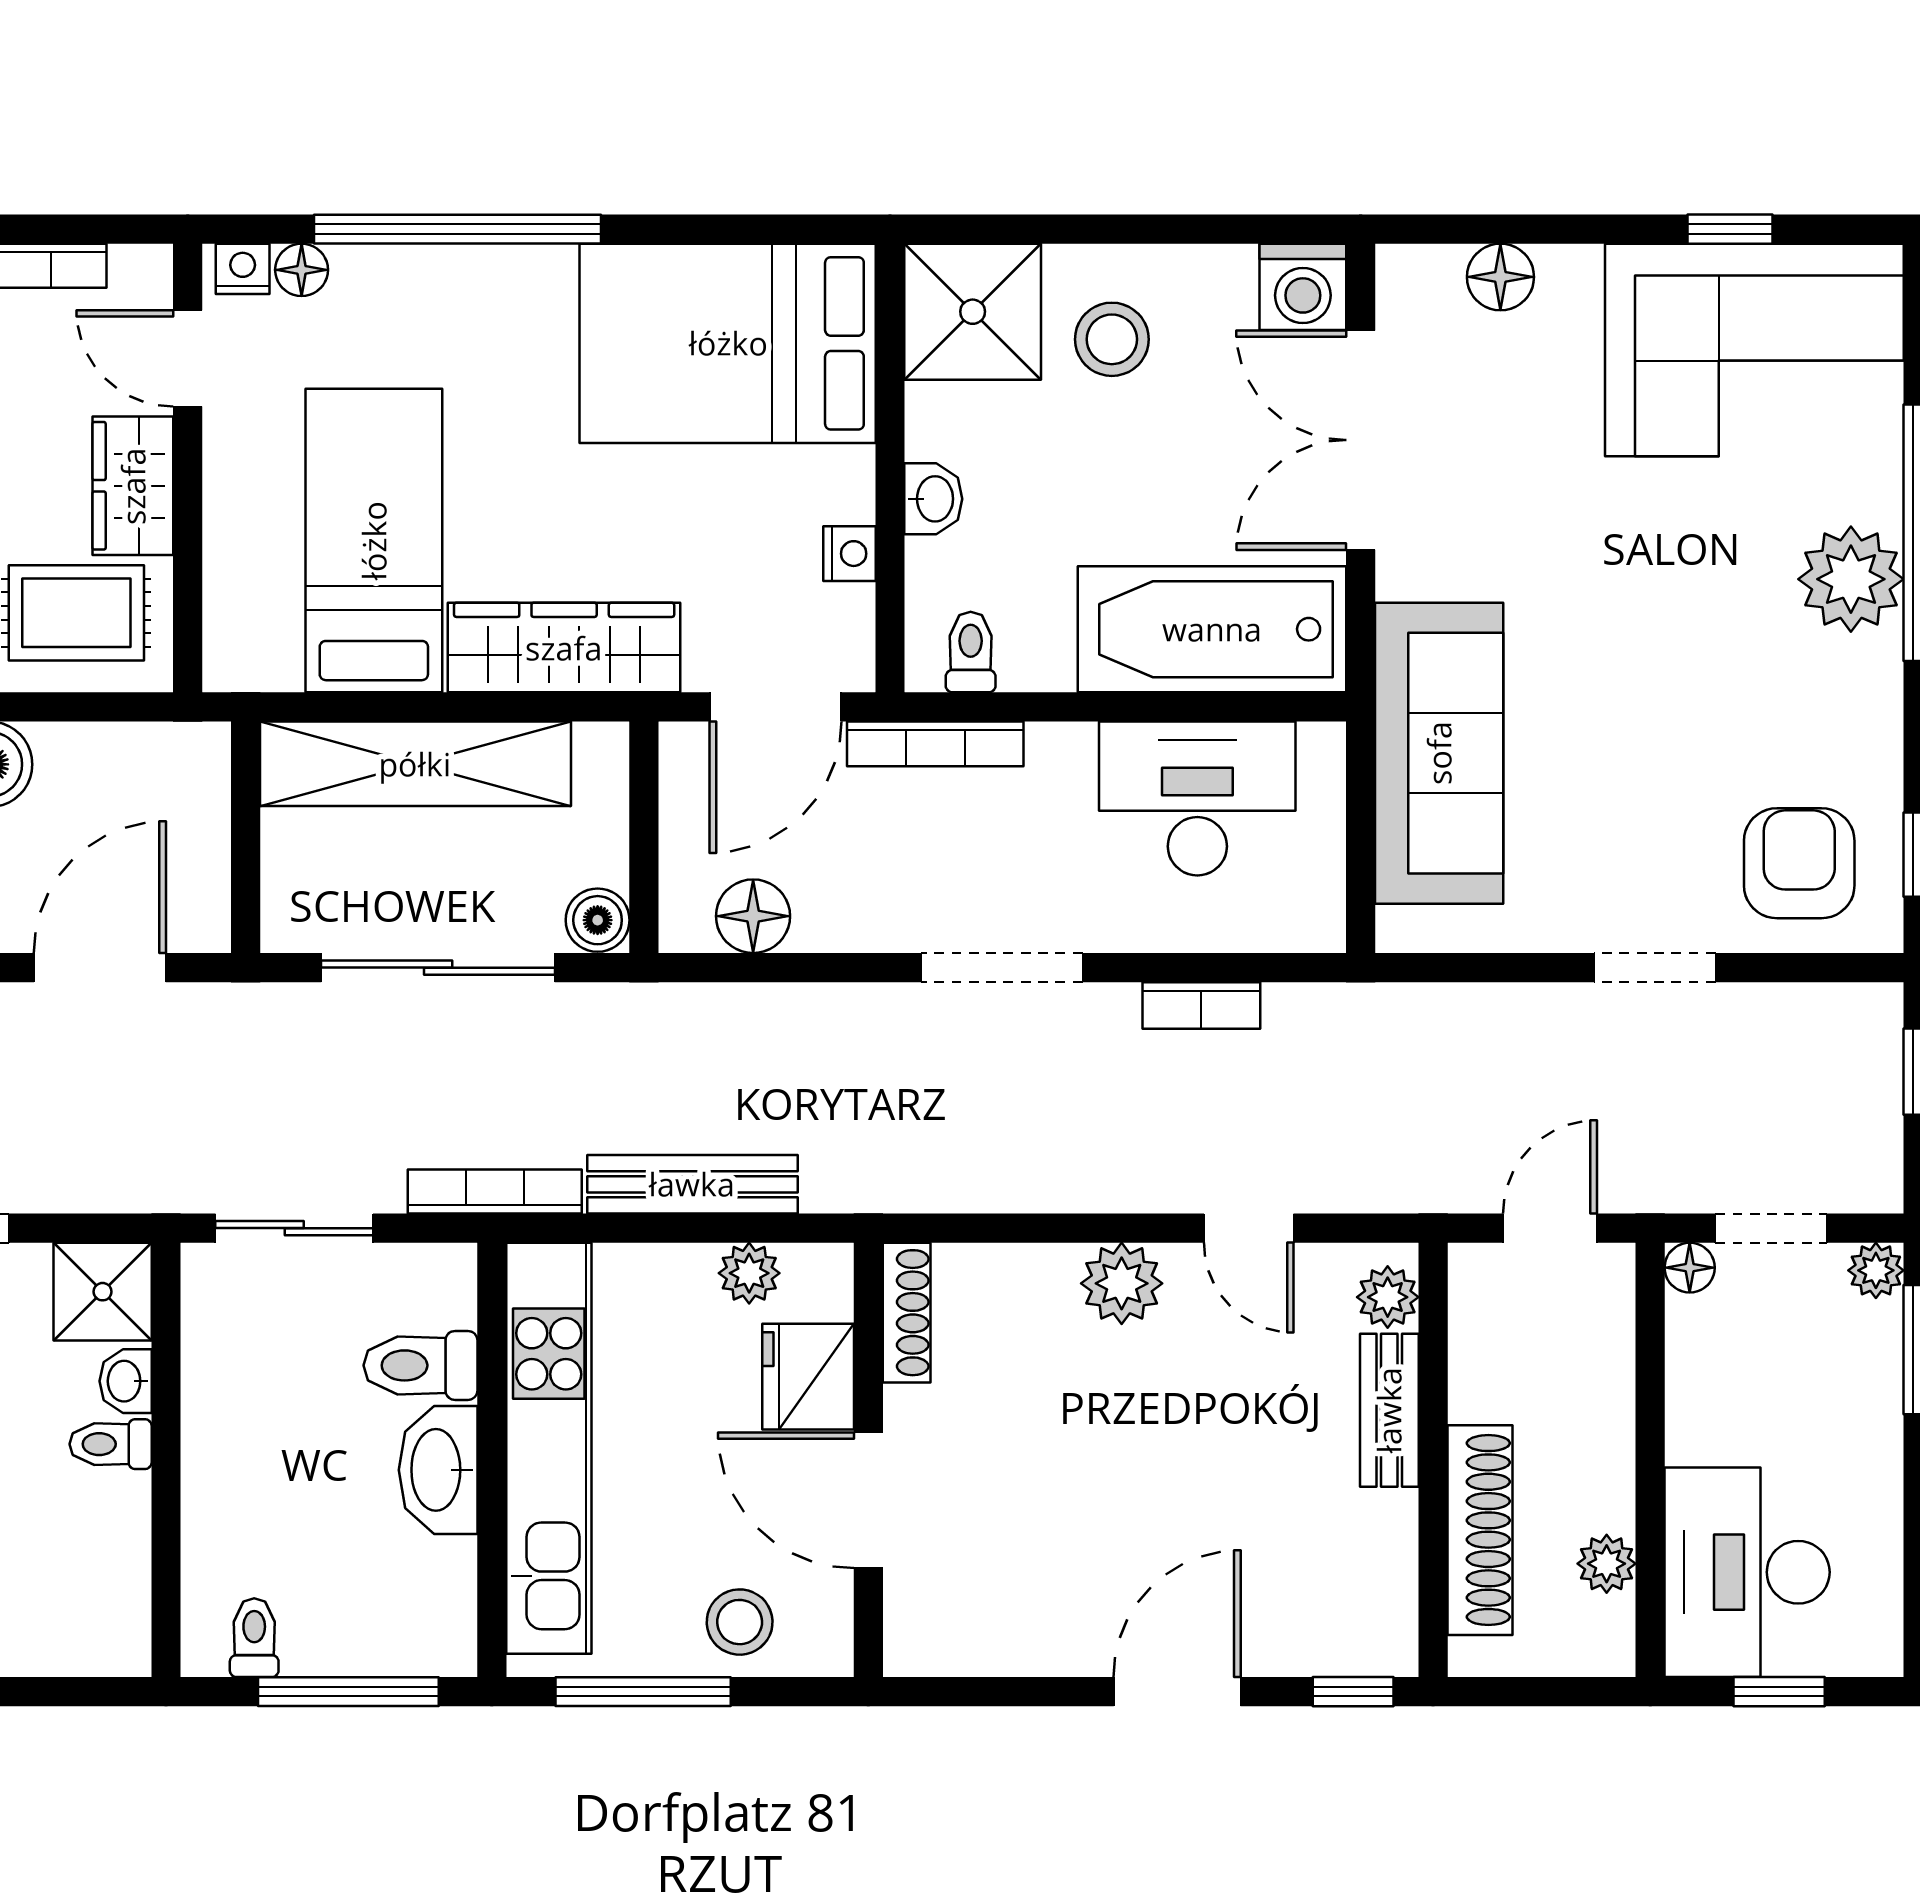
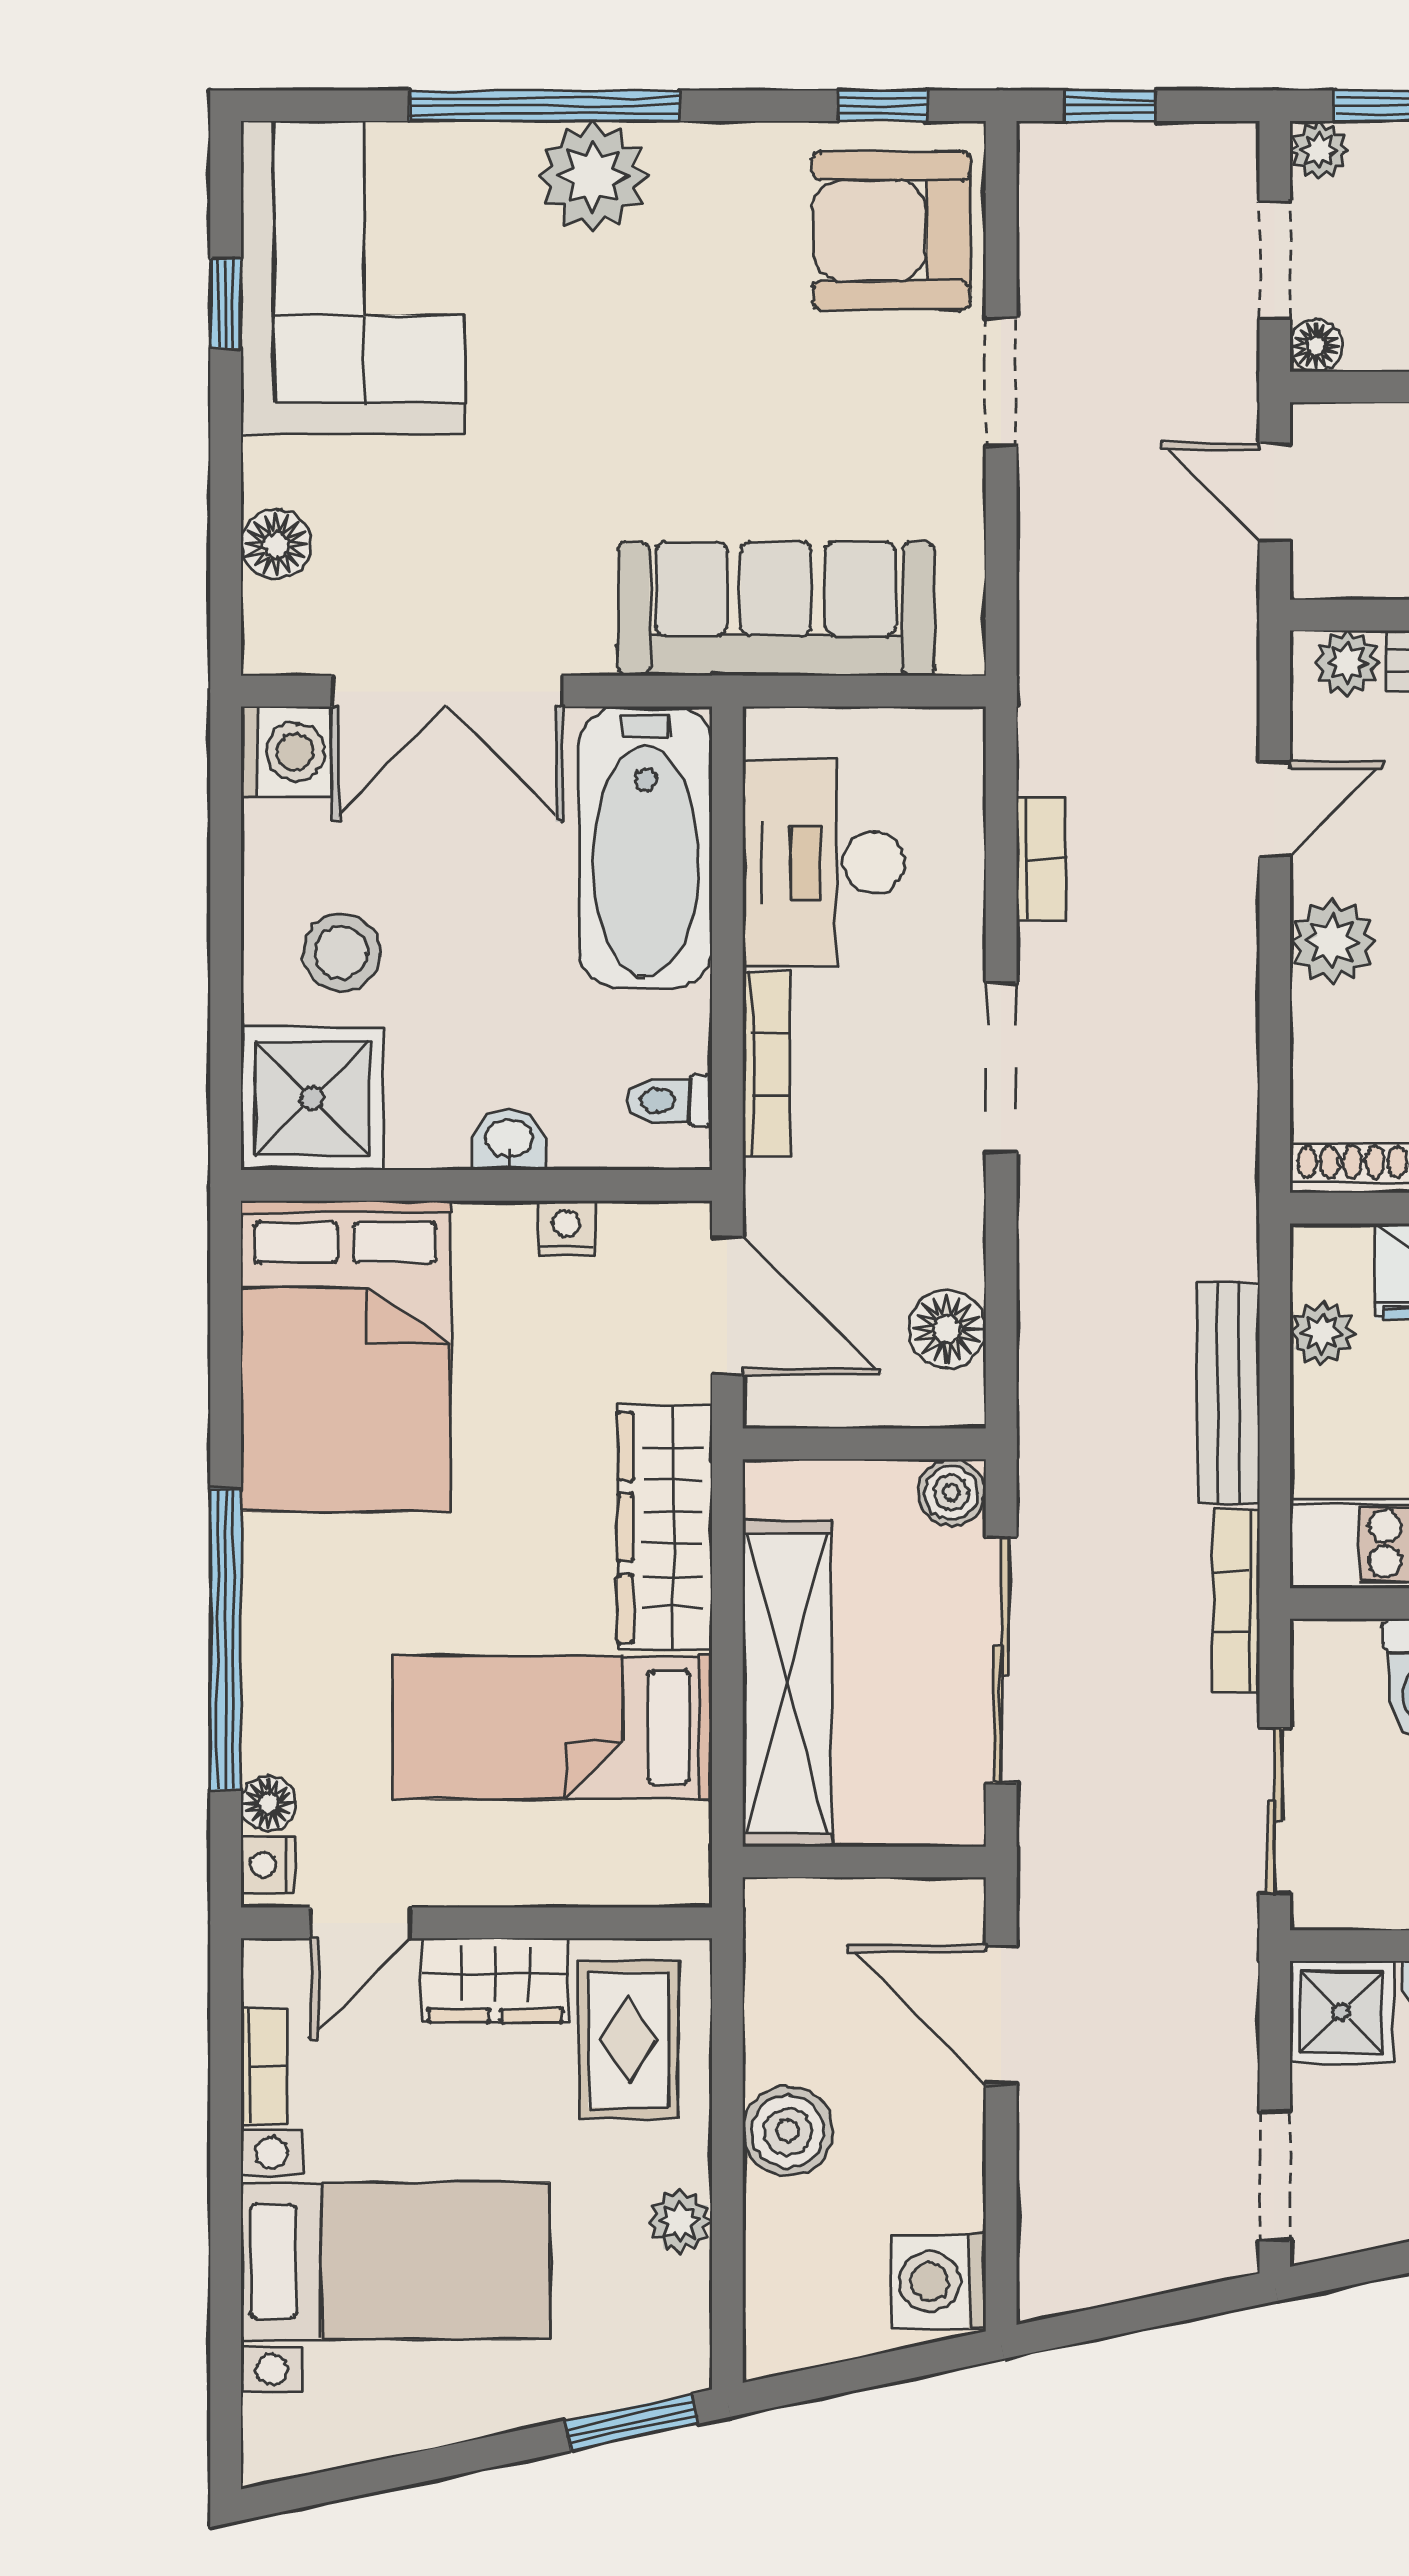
bookcase: (935, 744) -> (766, 1064), moved
armchair: (1799, 863) -> (891, 231), width x1.36, depth x1.36

